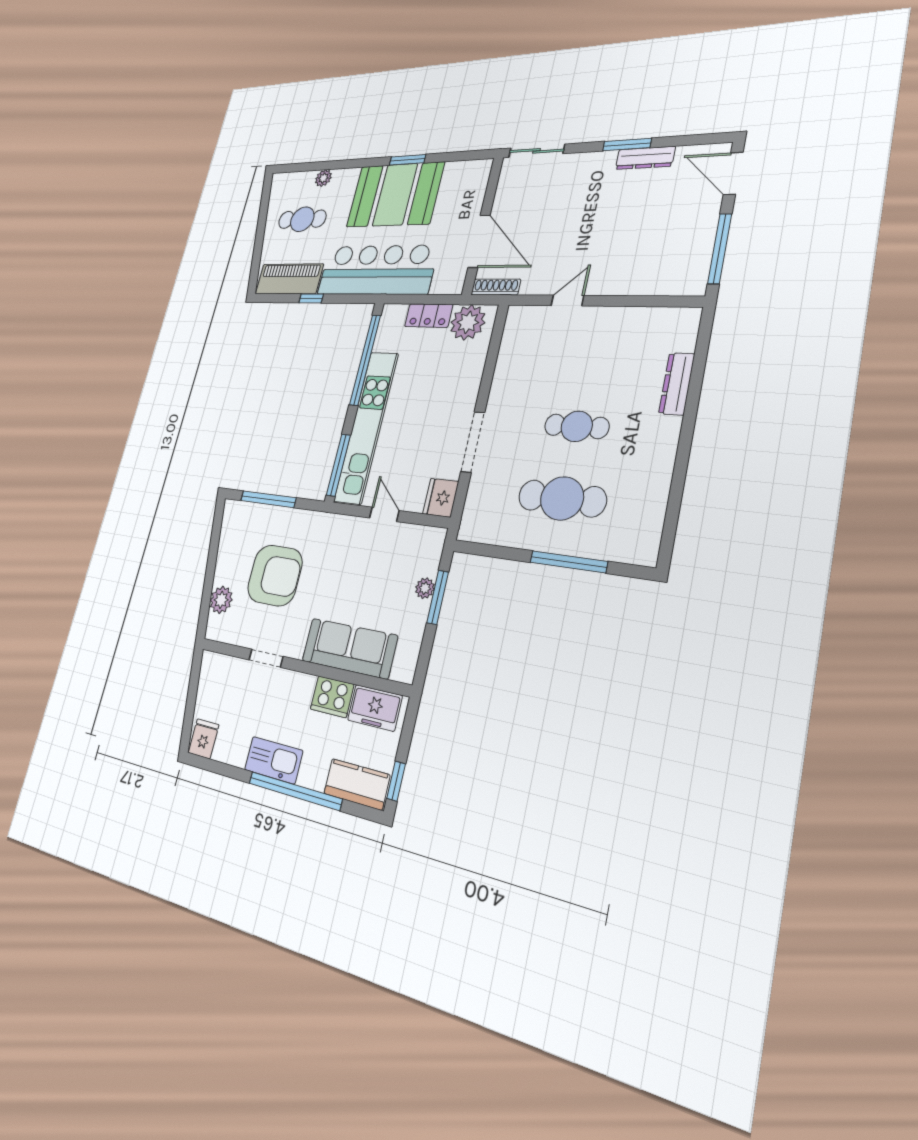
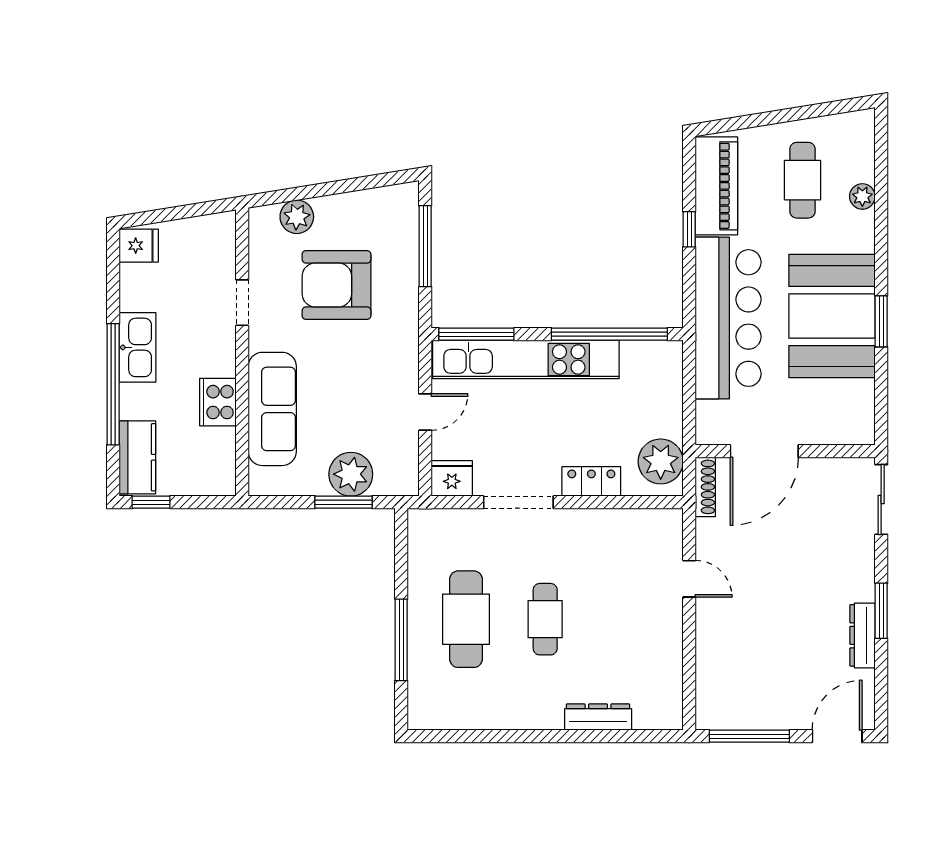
locker: (429, 316) -> (591, 481), moved, turned 90
armchair: (275, 575) -> (336, 285), turned 90
plant: (425, 588) -> (351, 474), width x1.87, depth x1.87
freezer: (375, 708) -> (217, 458), removed

